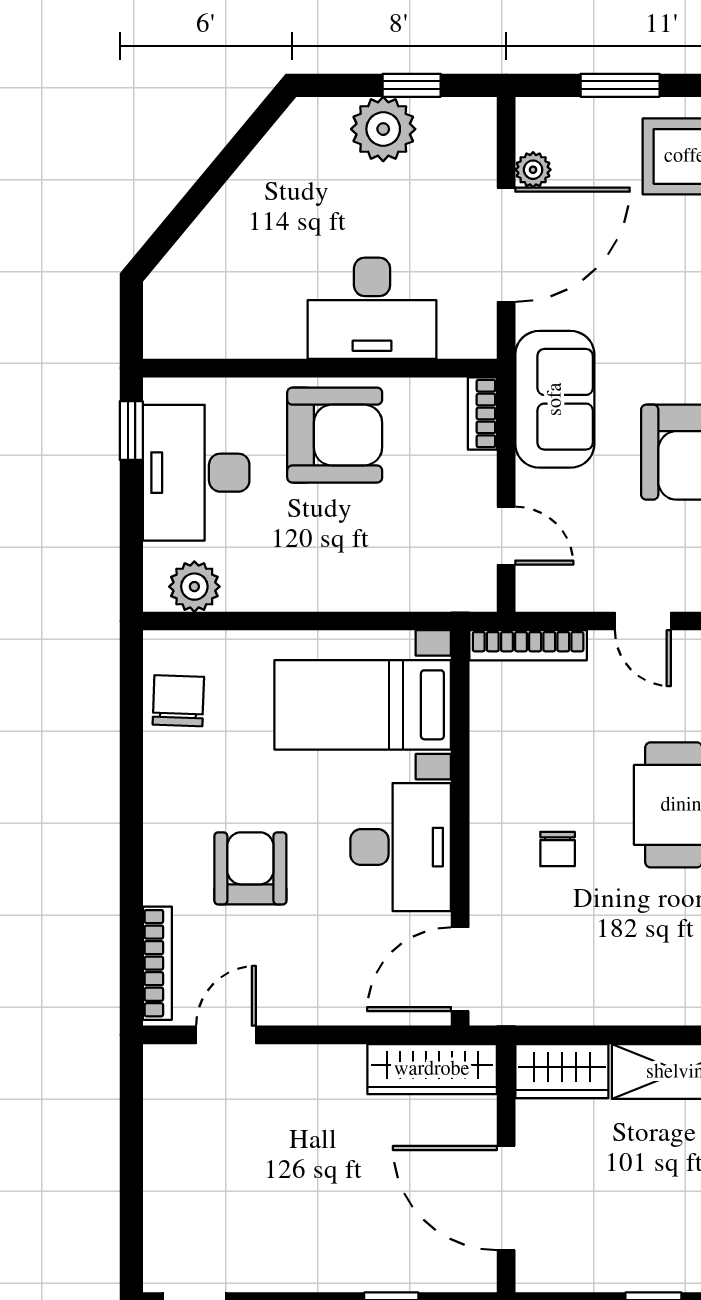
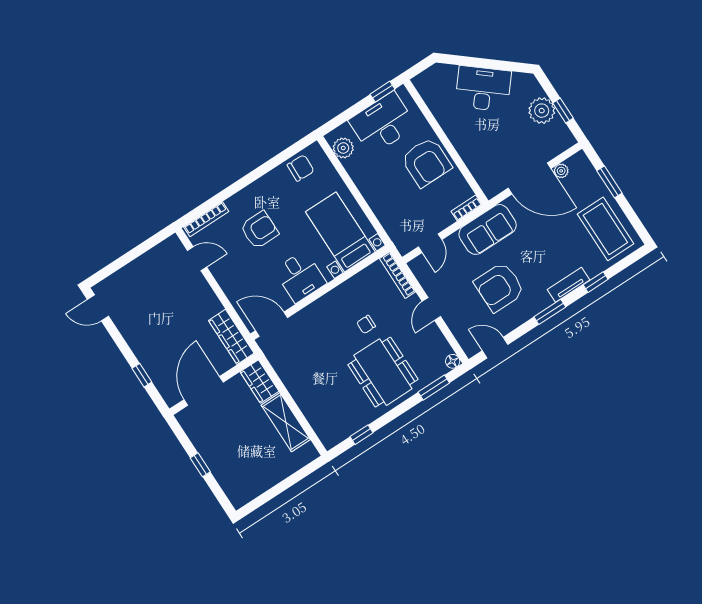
desk: (372, 308) -> (483, 89), moved, turned 130
desk: (401, 847) -> (300, 277), width x0.73
chair: (558, 849) -> (366, 324), moved

